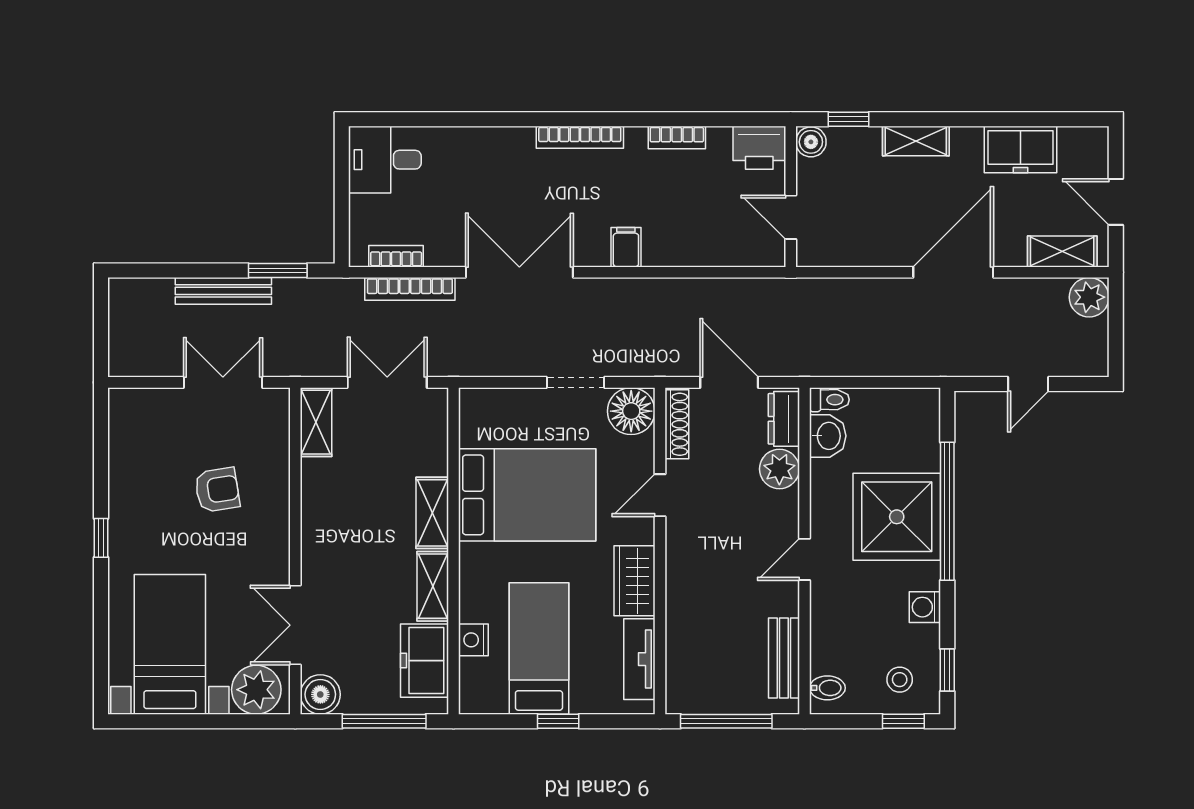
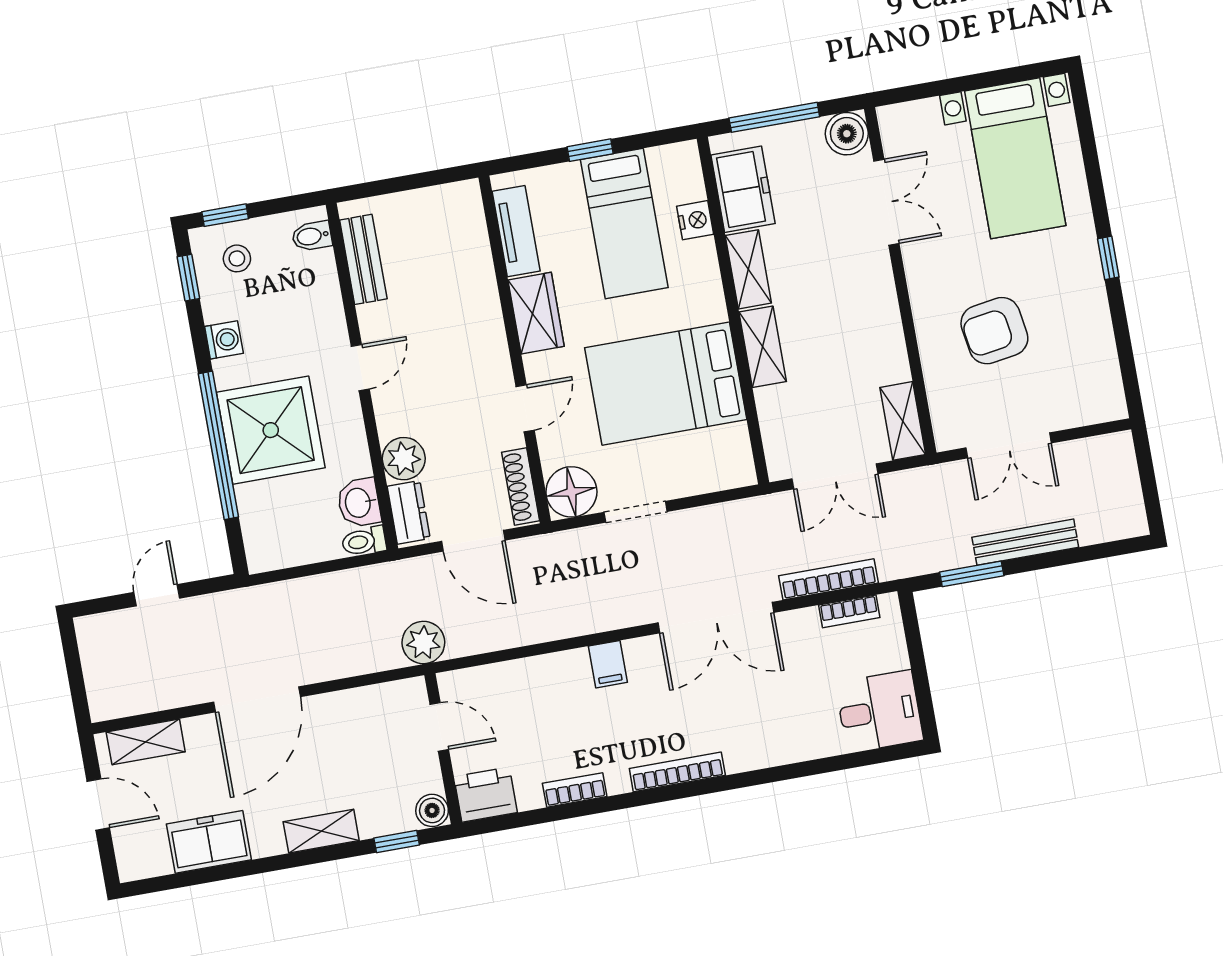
plant: (1089, 297) -> (423, 642), moved
armchair: (217, 490) -> (994, 331), width x1.38, depth x1.38
plant: (256, 690) -> (915, 127), removed
window: (726, 721) -> (413, 182), removed

